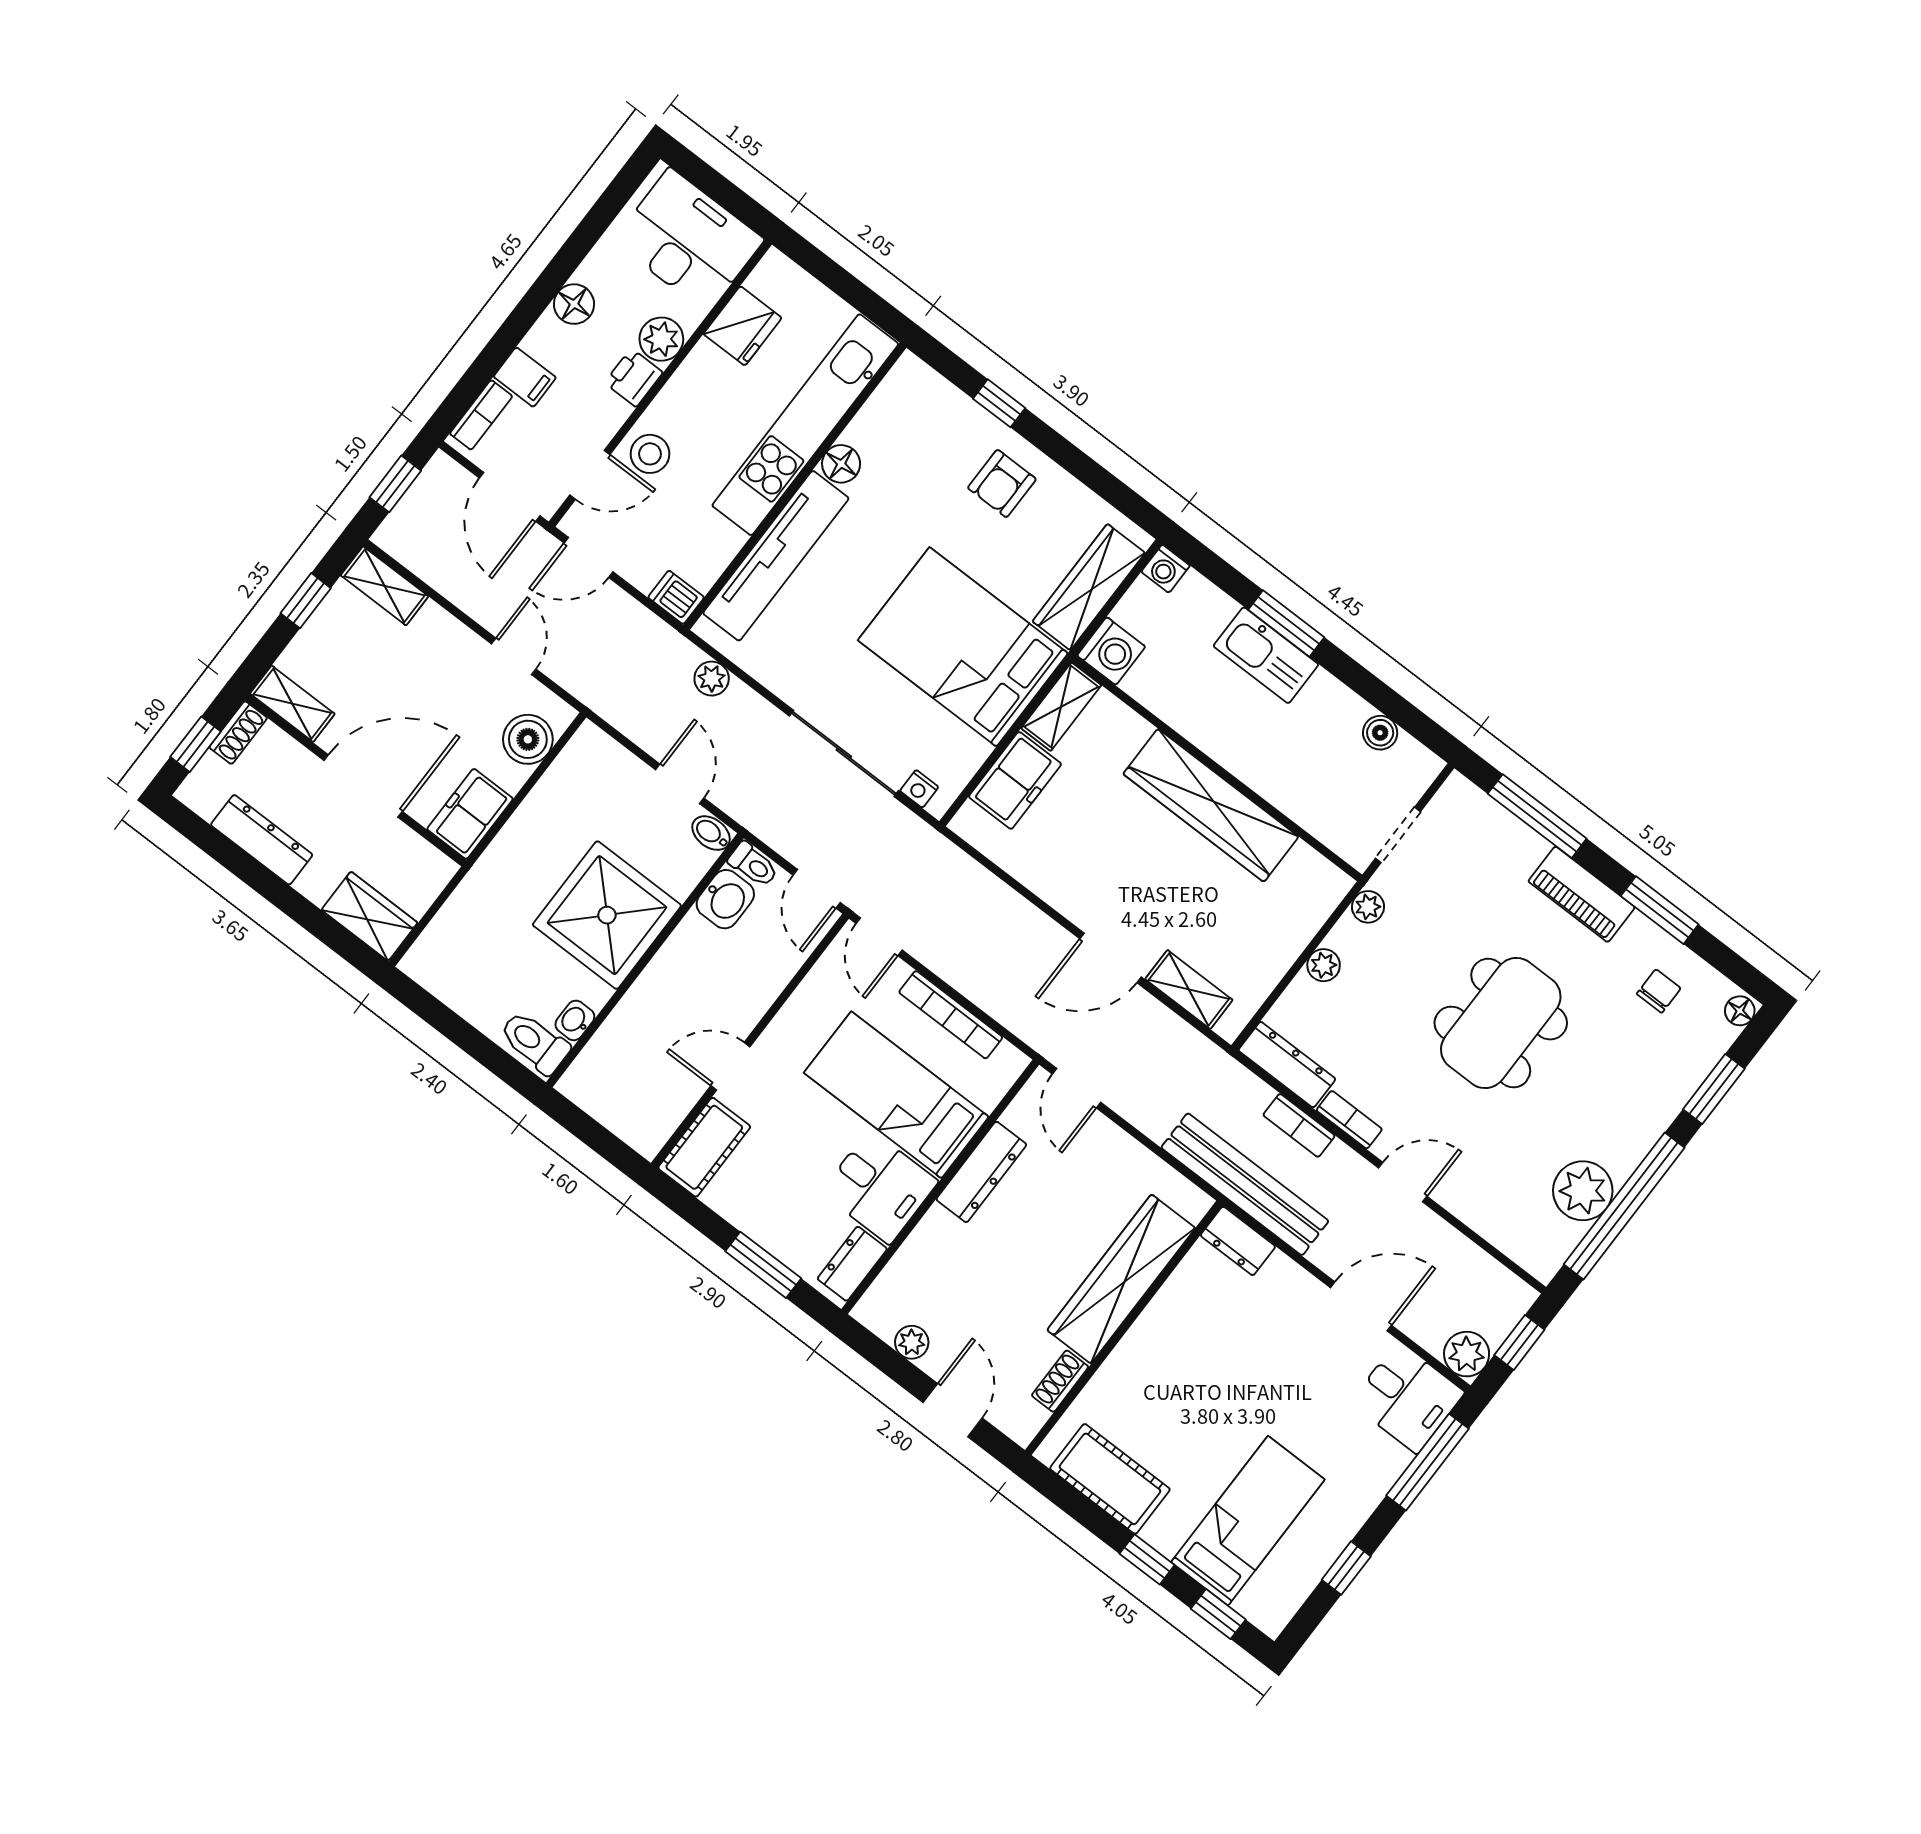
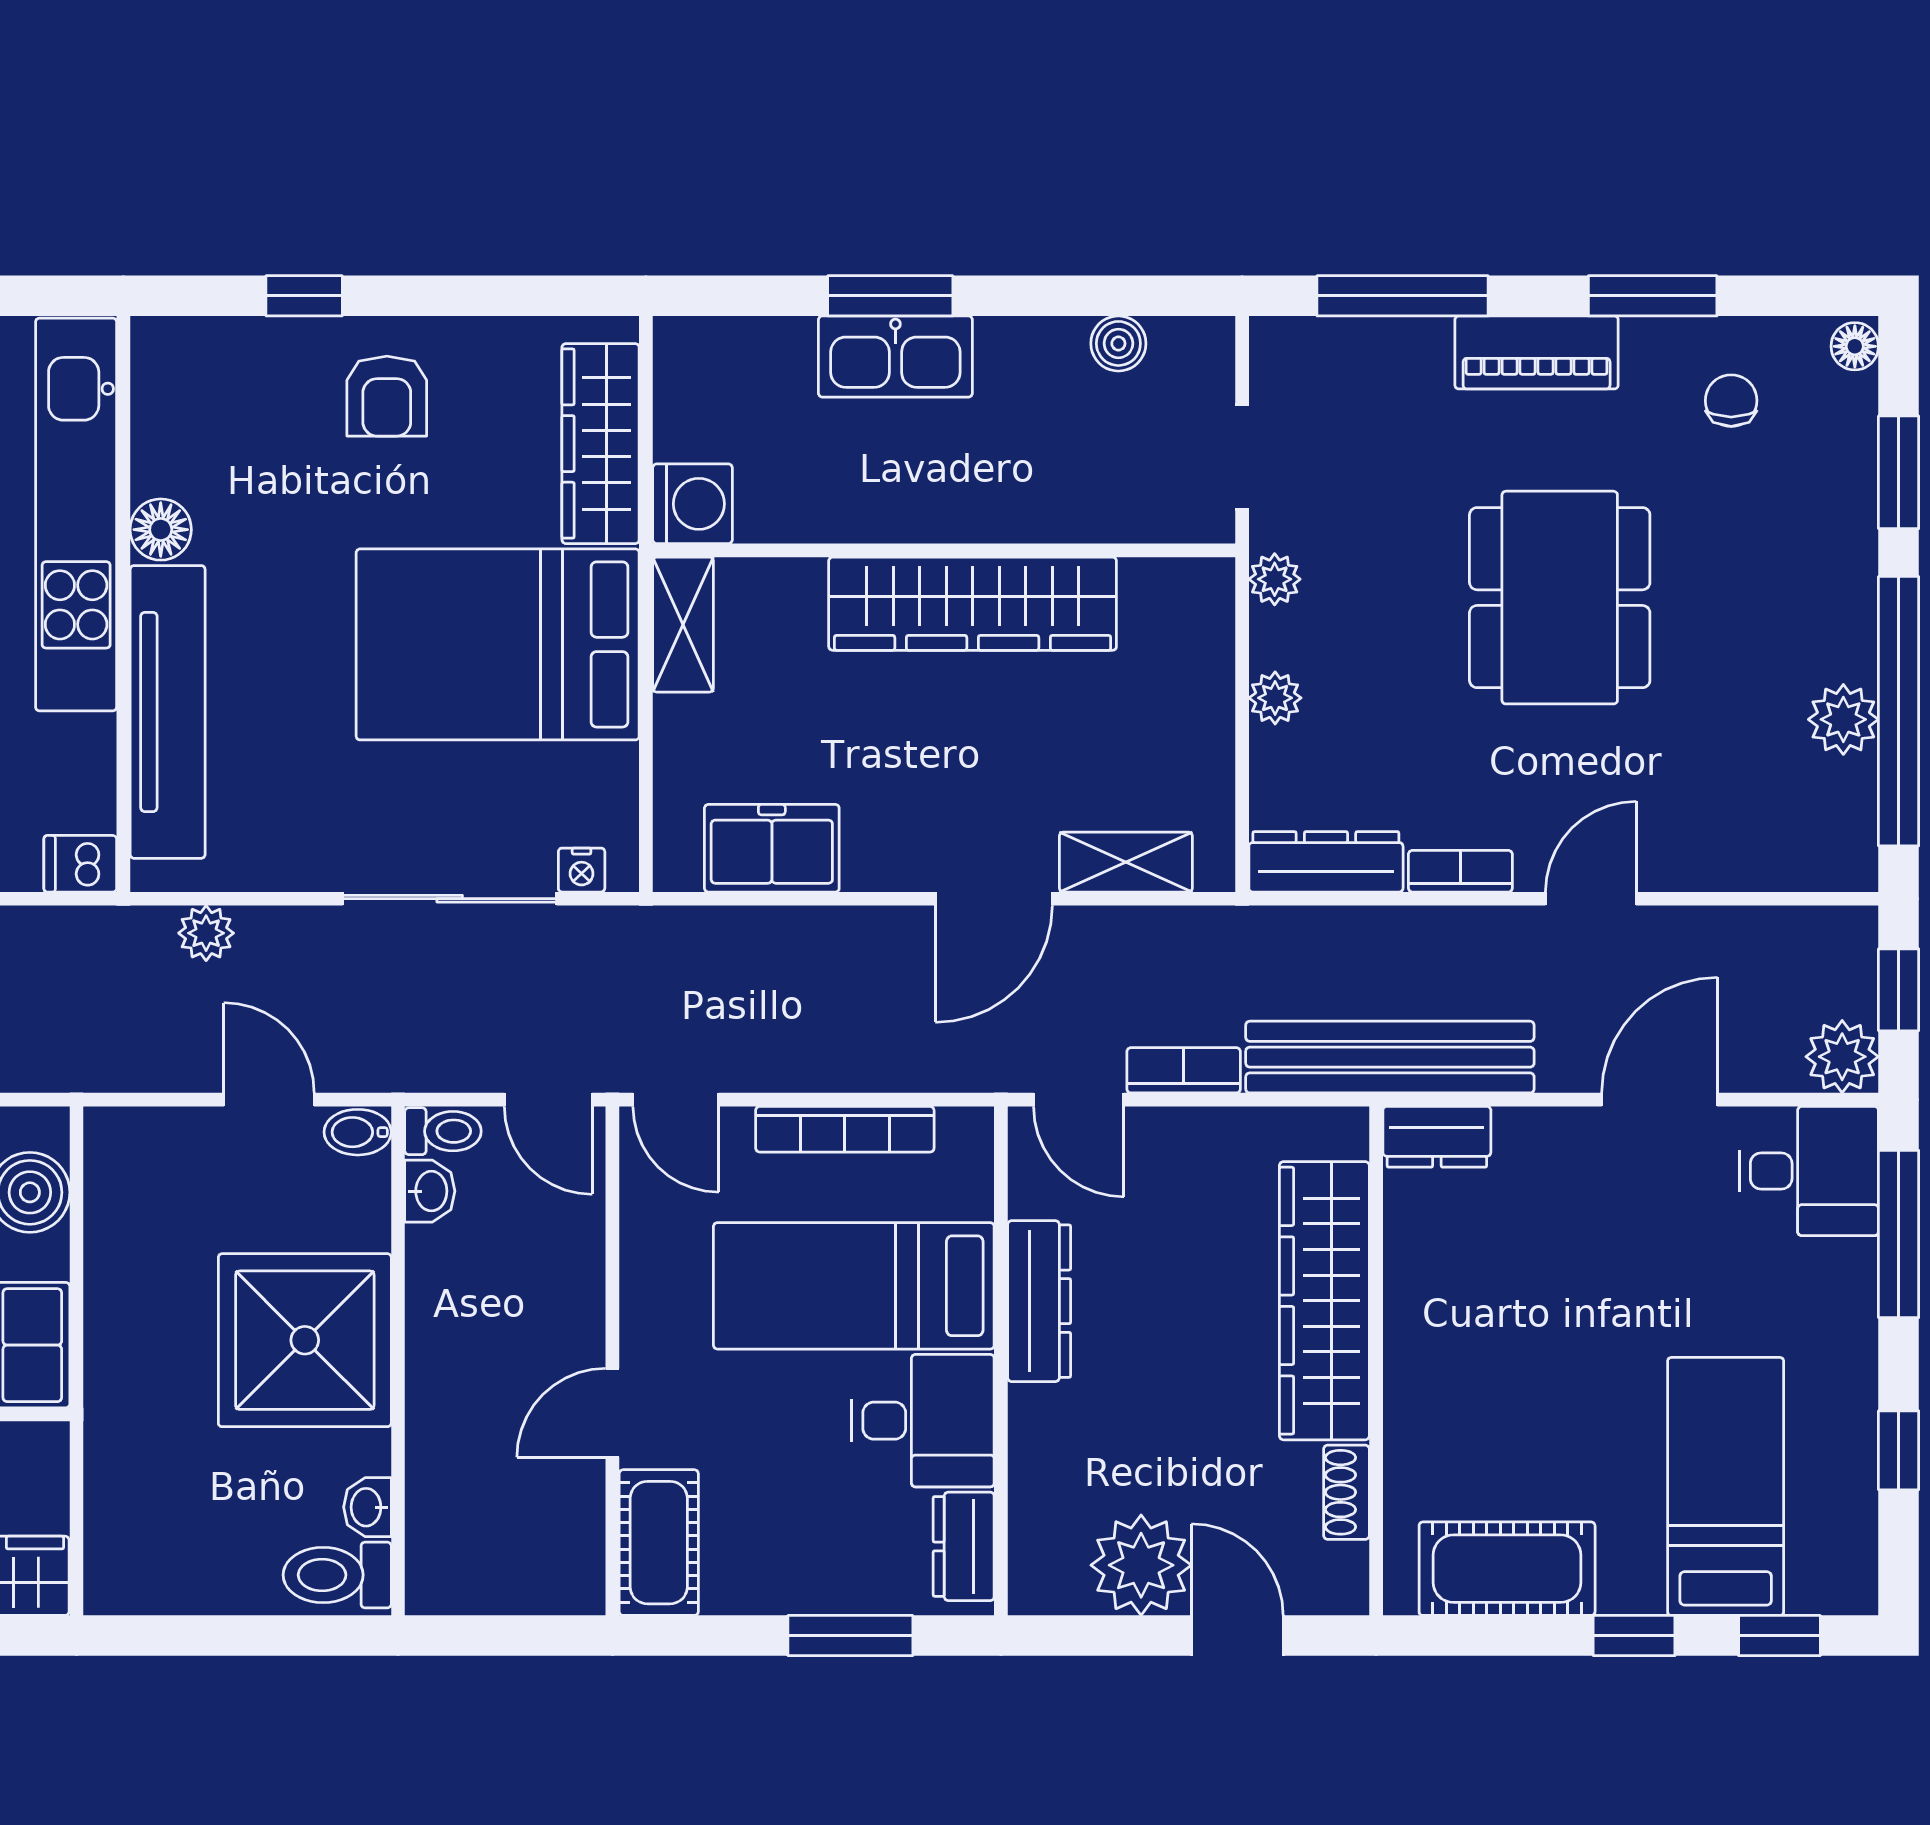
washing machine: (1166, 569) -> (681, 344), removed
freezer: (1015, 780) -> (772, 848), moved, turned -90
washbasin: (725, 899) -> (430, 1191), width x0.72, depth x0.69
bookcase: (1299, 1125) -> (1184, 1070), moved, turned 180
plant: (1583, 1191) -> (1843, 719), width x0.73, depth x0.73
plant: (912, 1342) -> (1141, 1565), width x1.88, depth x1.88

